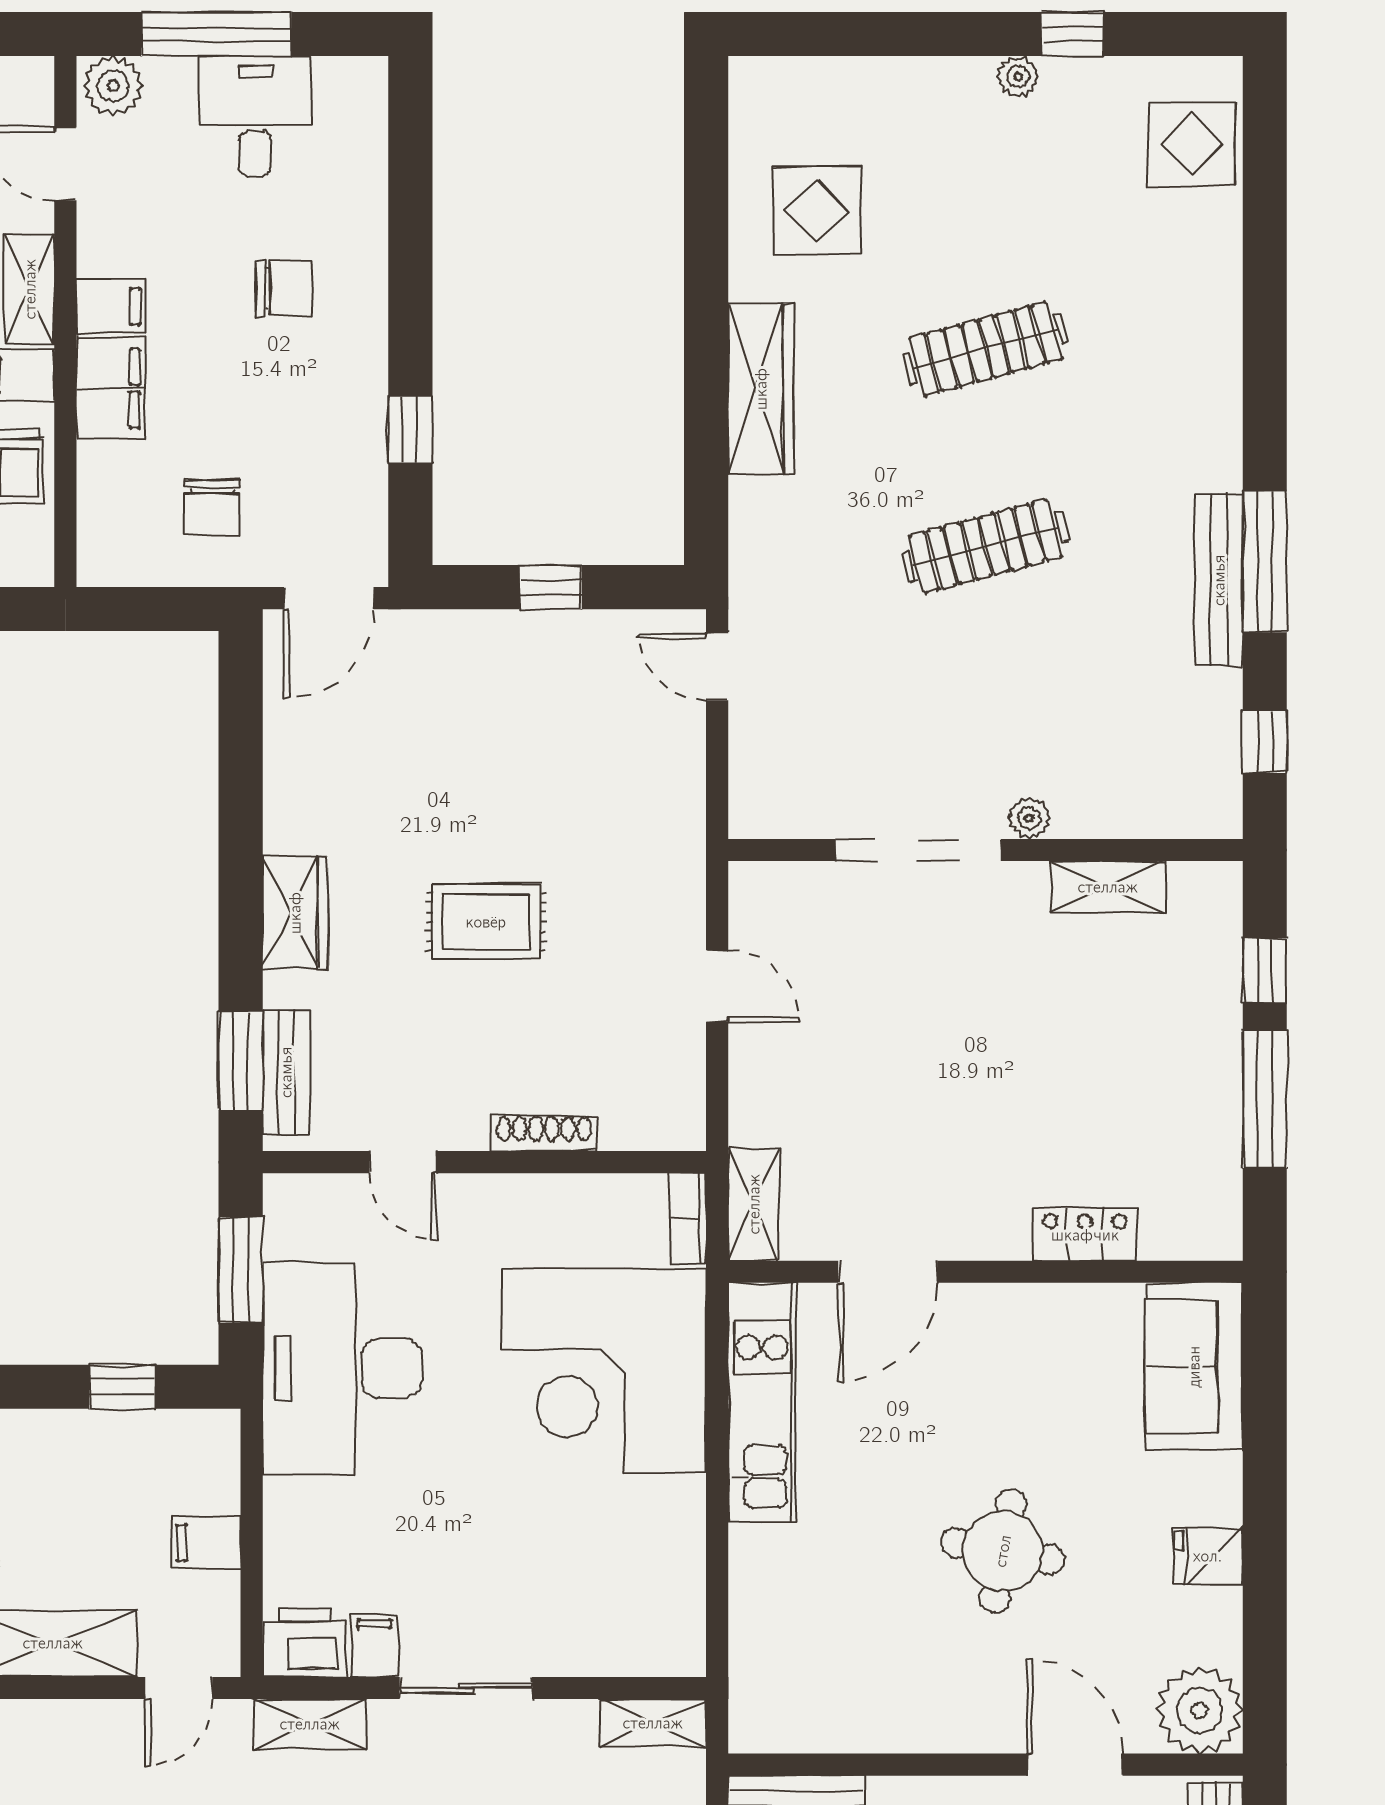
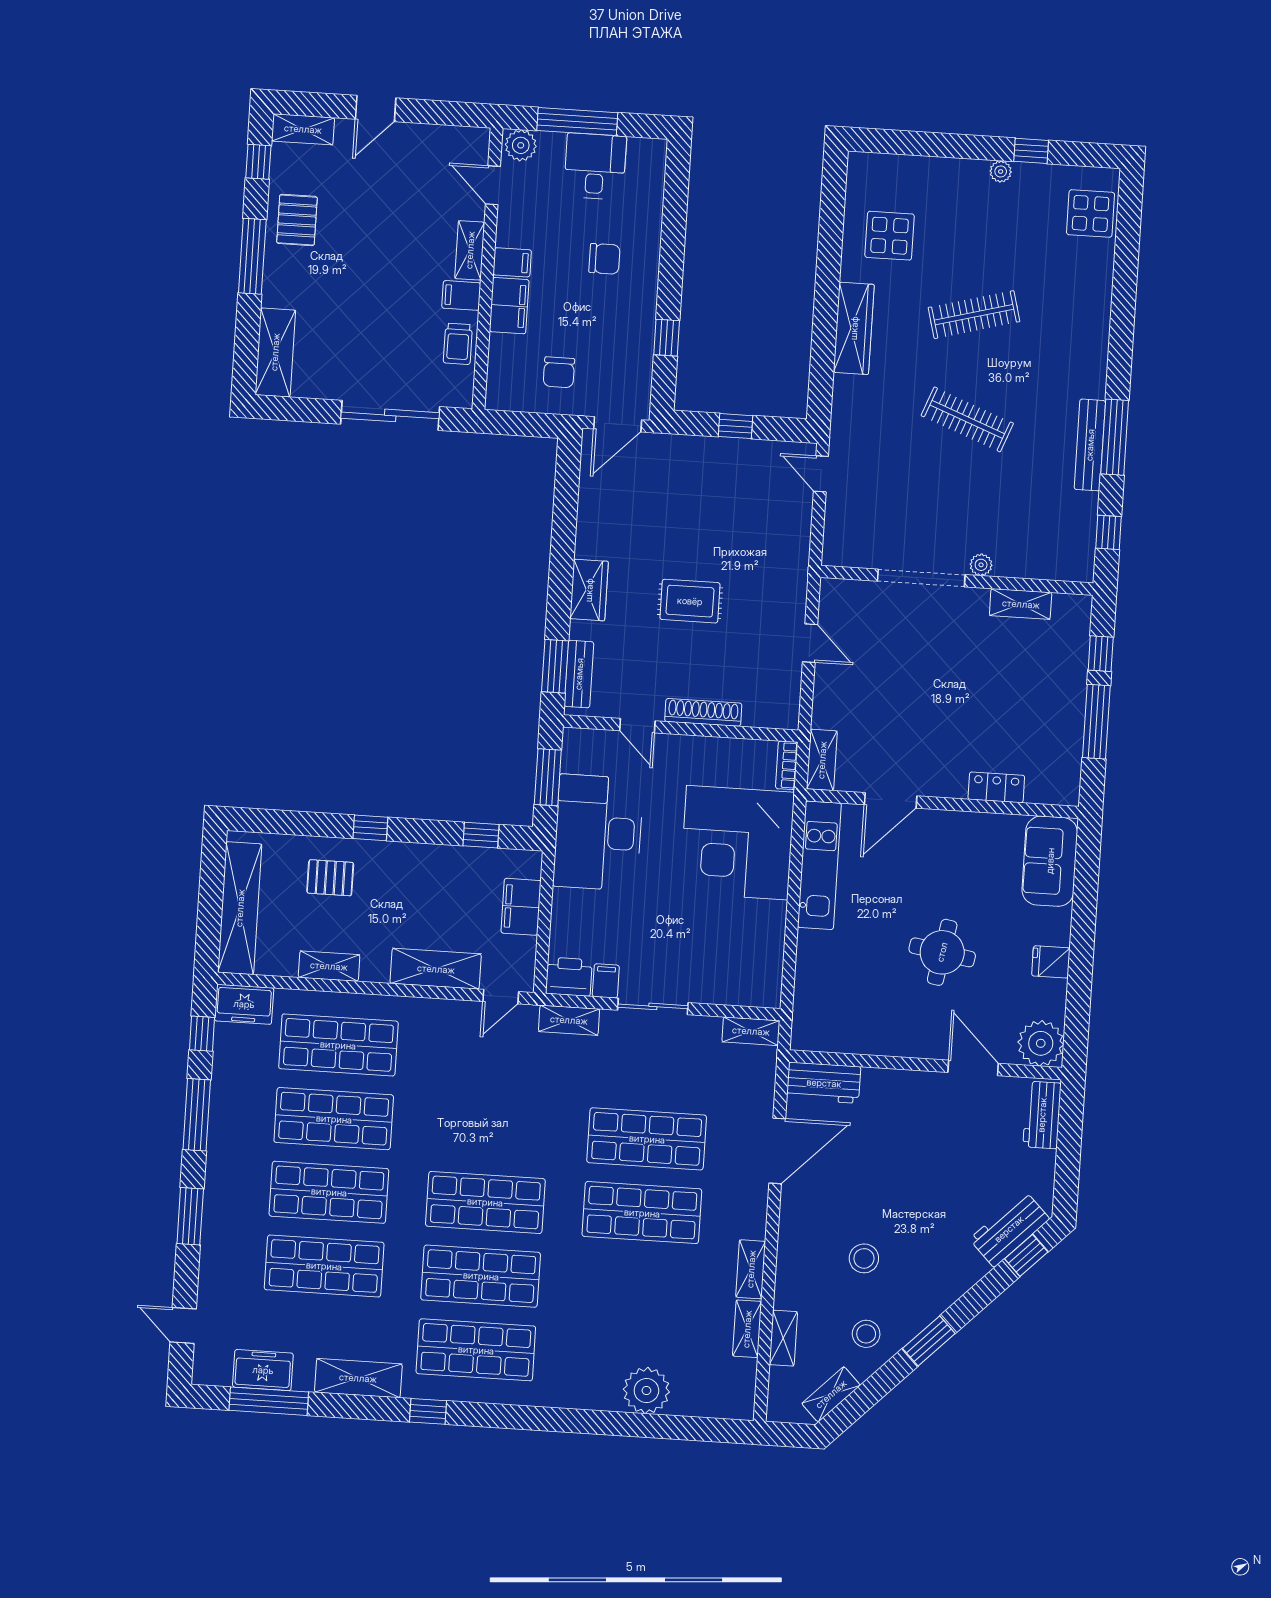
clothes rail: (985, 546) -> (967, 419), turned 36
shoe rack: (544, 1133) -> (703, 712), width x1.36, depth x1.24
filing cabinet: (206, 1543) -> (521, 907), width x2.00

